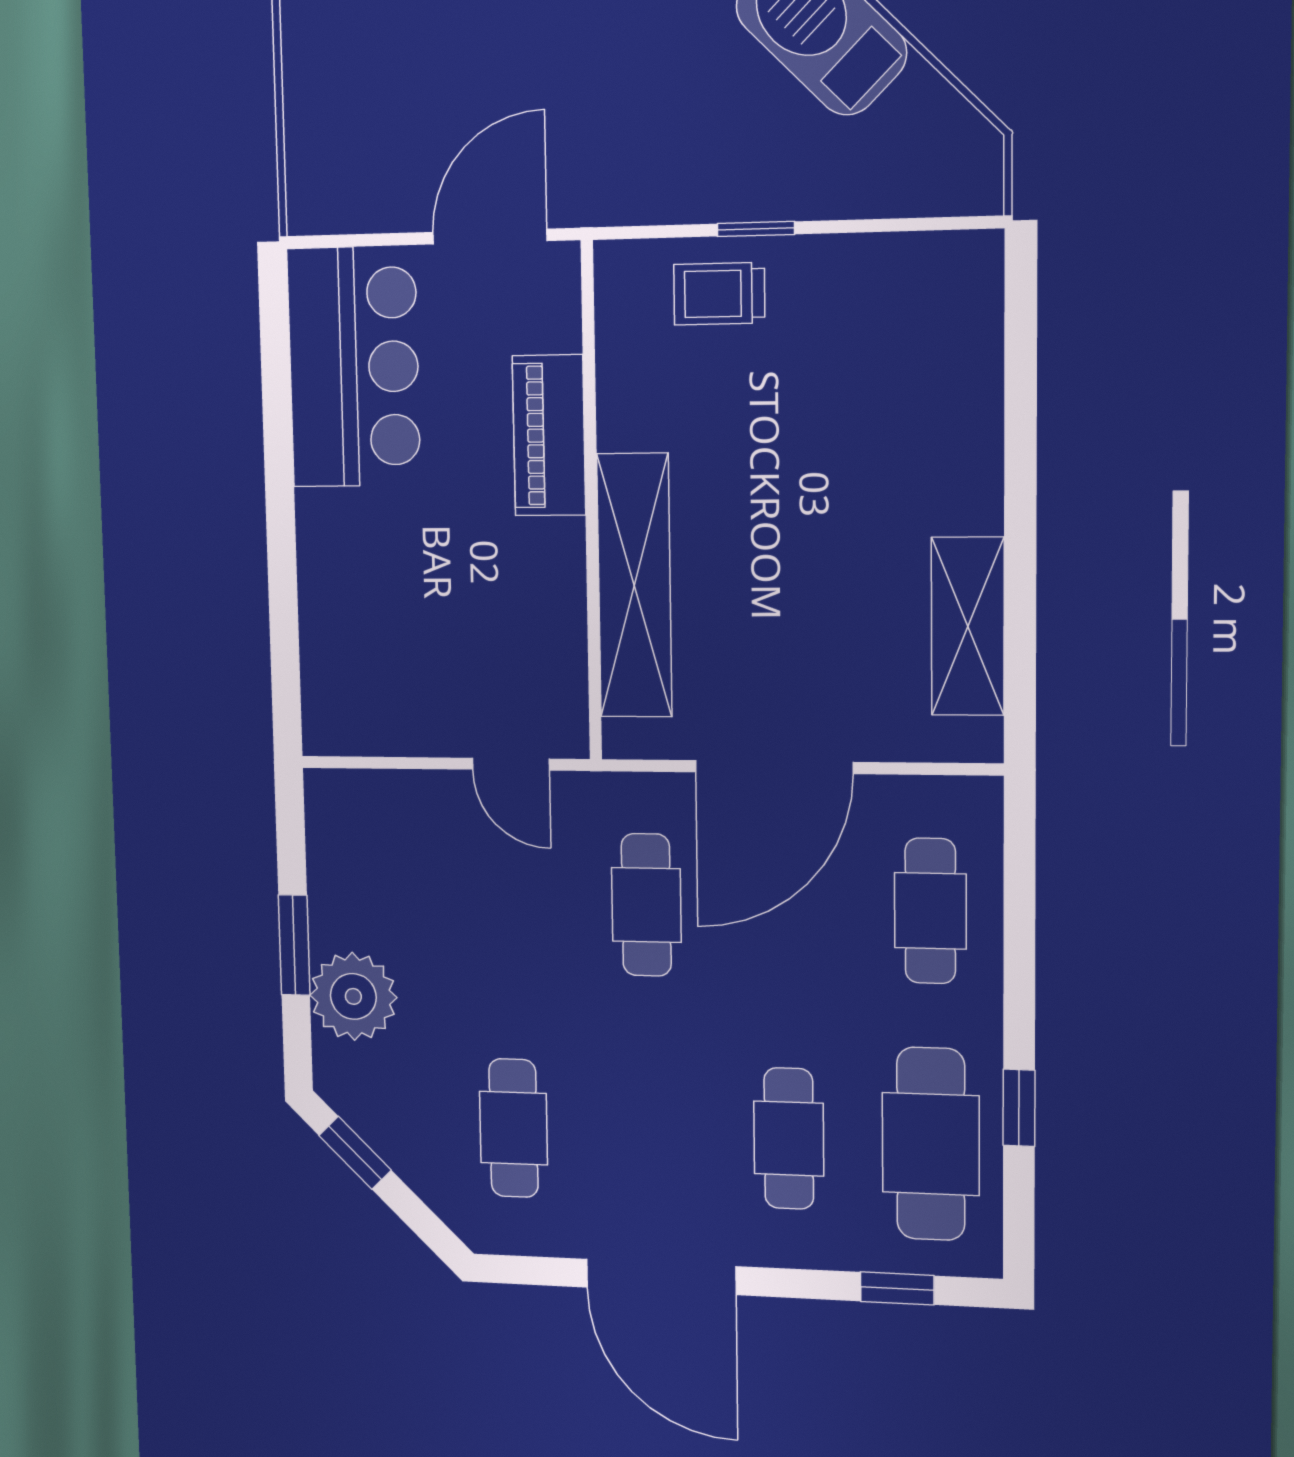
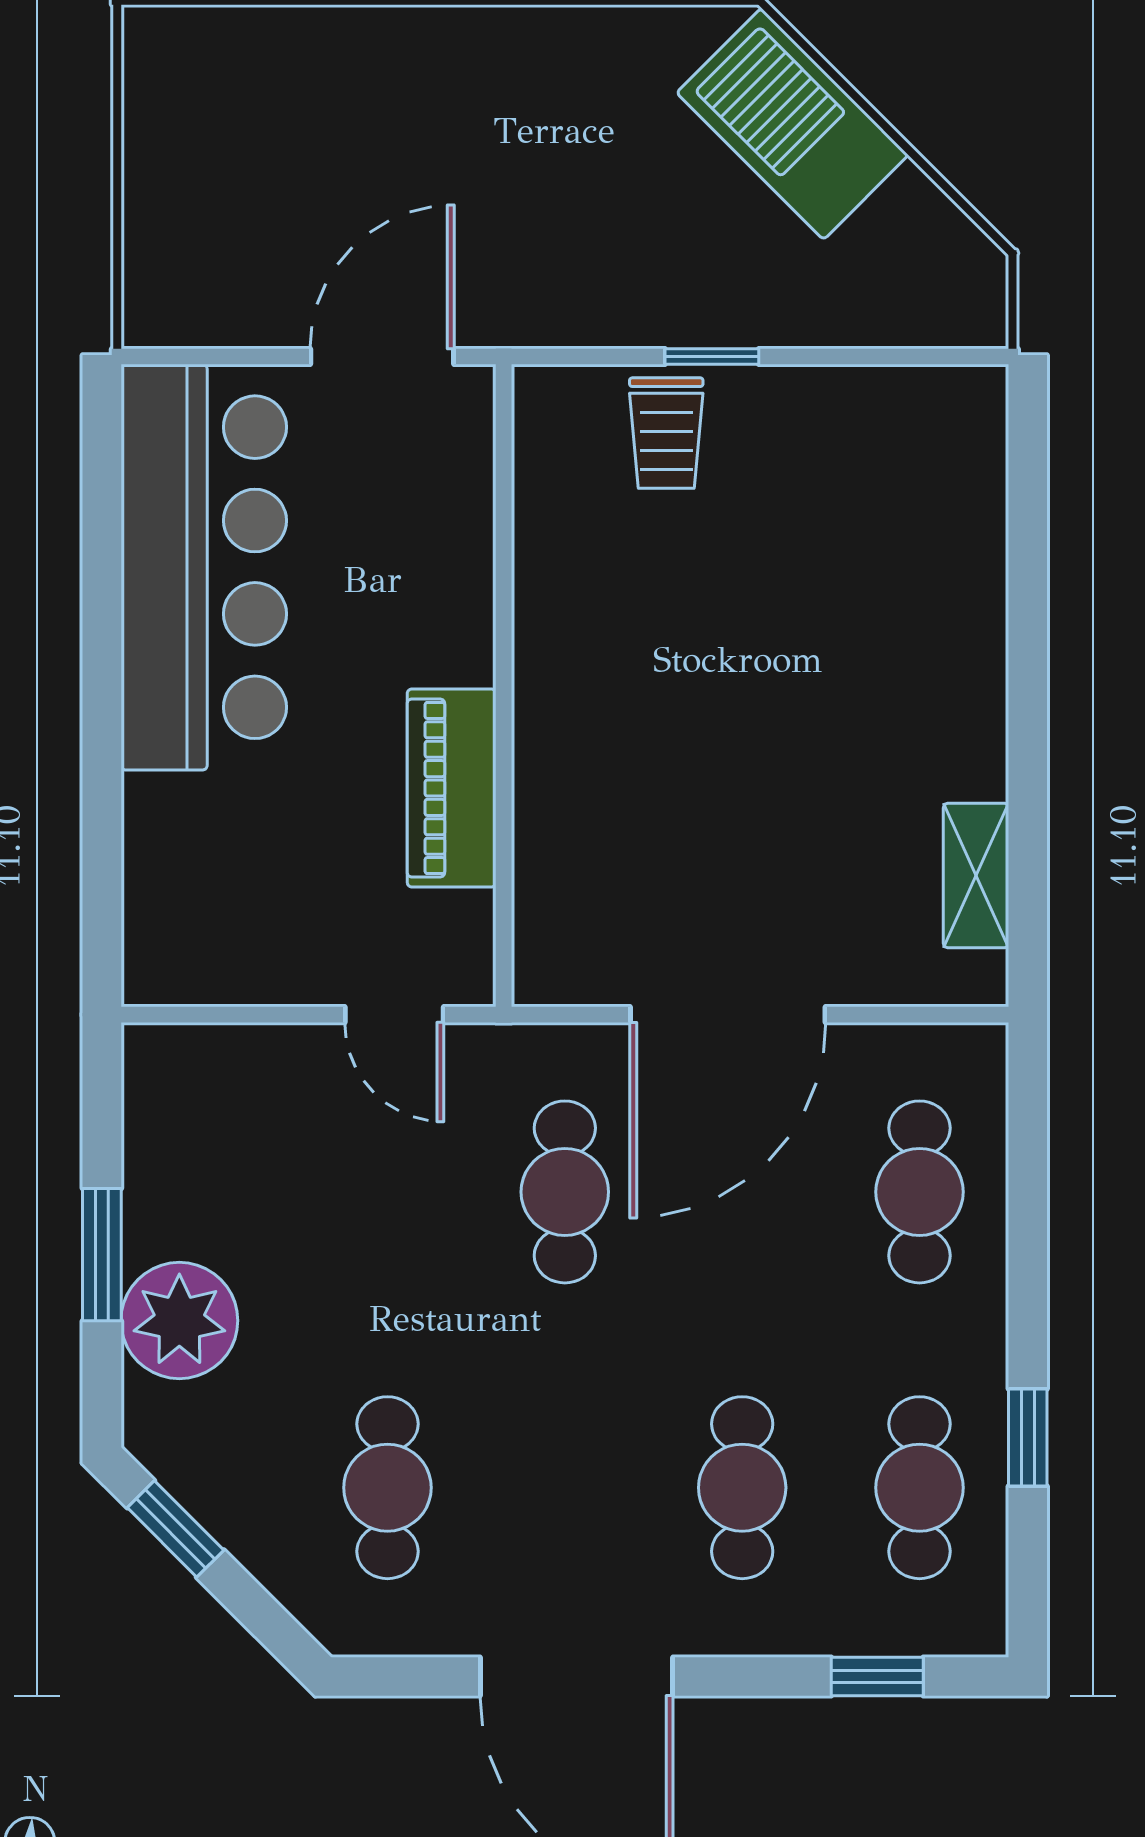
trolley: (719, 294) -> (666, 433), turned -90
bar counter: (354, 367) -> (204, 567), width x1.36
piano: (549, 435) -> (452, 788), moved
shelving: (634, 586) -> (556, 789), removed
shelving: (968, 626) -> (976, 876), width x0.67, depth x0.75
cafe table: (931, 1144) -> (920, 1488), width x0.73, depth x0.74

